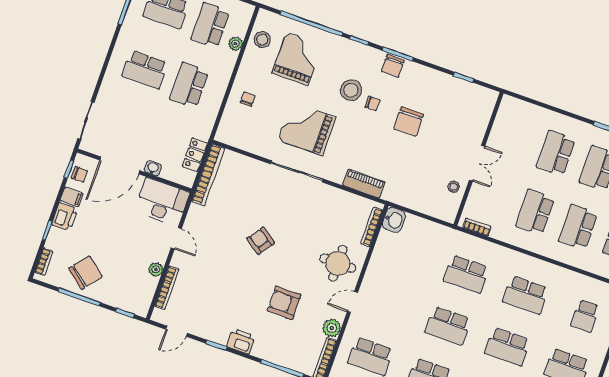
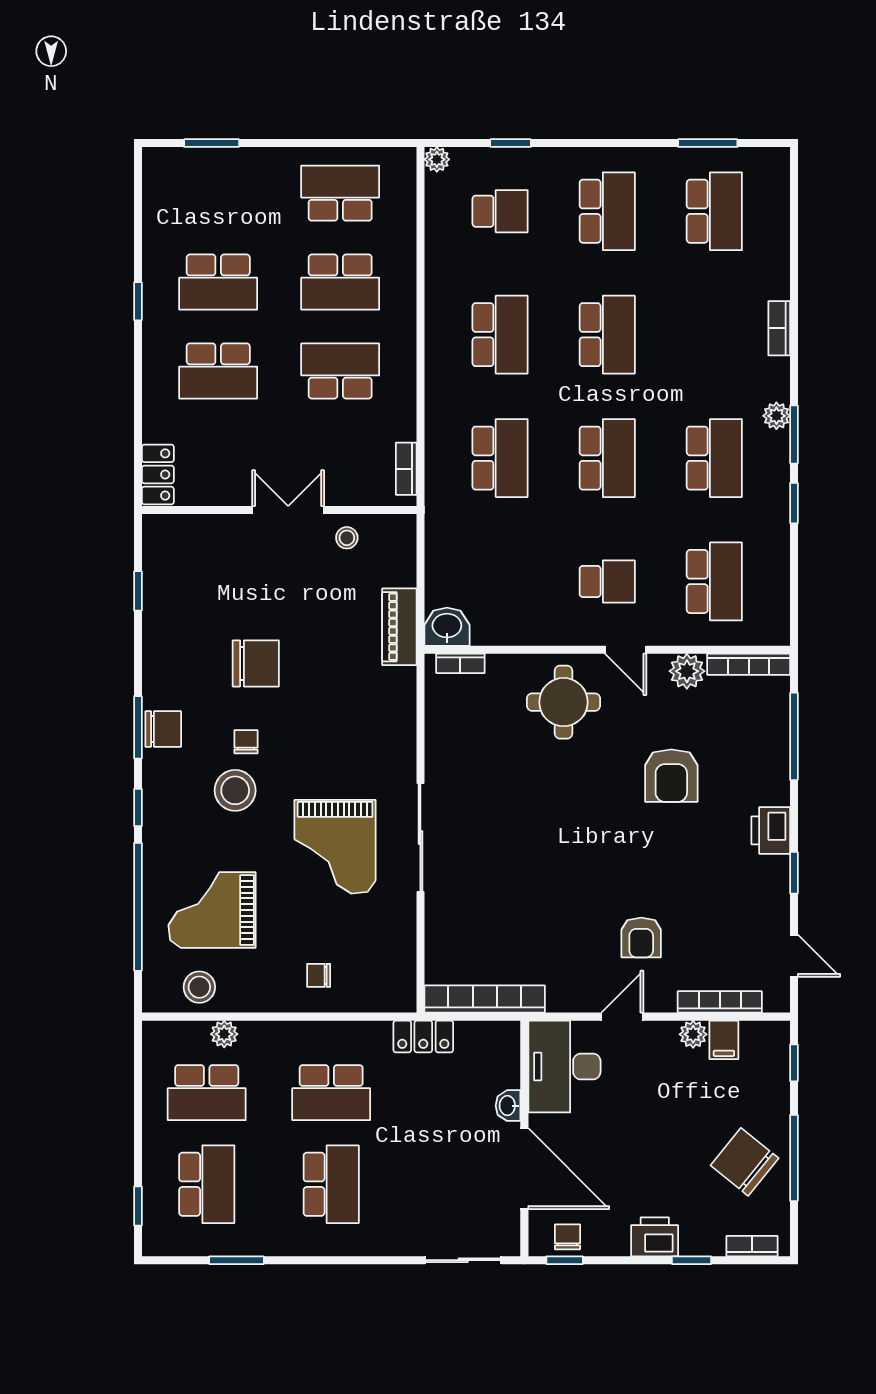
locker: (516, 106) -> (158, 474), added
locker: (195, 155) -> (423, 1036), moved
piano: (364, 184) -> (399, 627), moved
filing cabinet: (72, 197) -> (724, 1040), moved, turned 180
school desk: (535, 212) -> (340, 371), turned 180
bookcase: (372, 227) -> (460, 663), width x0.64
armchair: (261, 241) -> (641, 938), moved, turned -35
school desk: (388, 305) -> (607, 581), added

